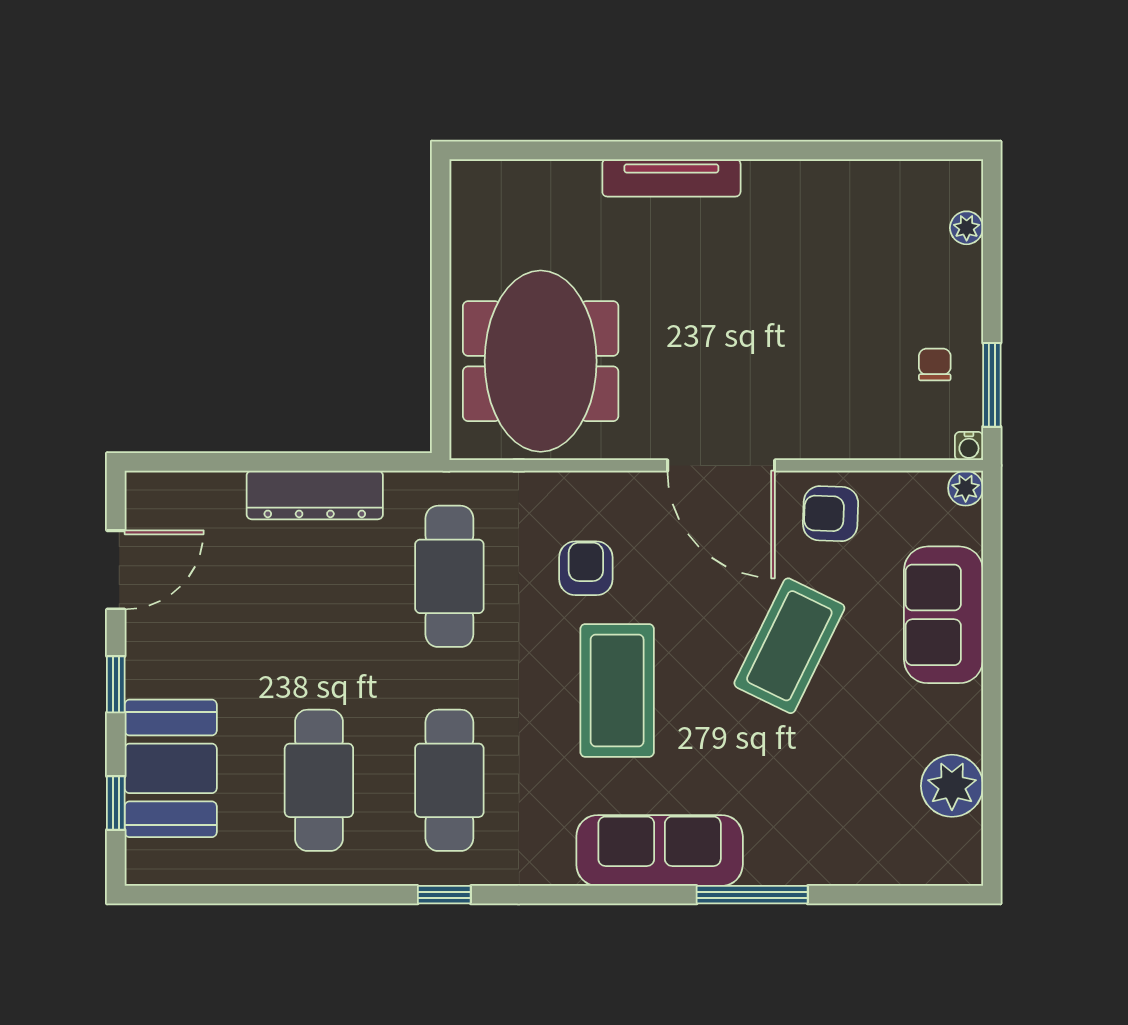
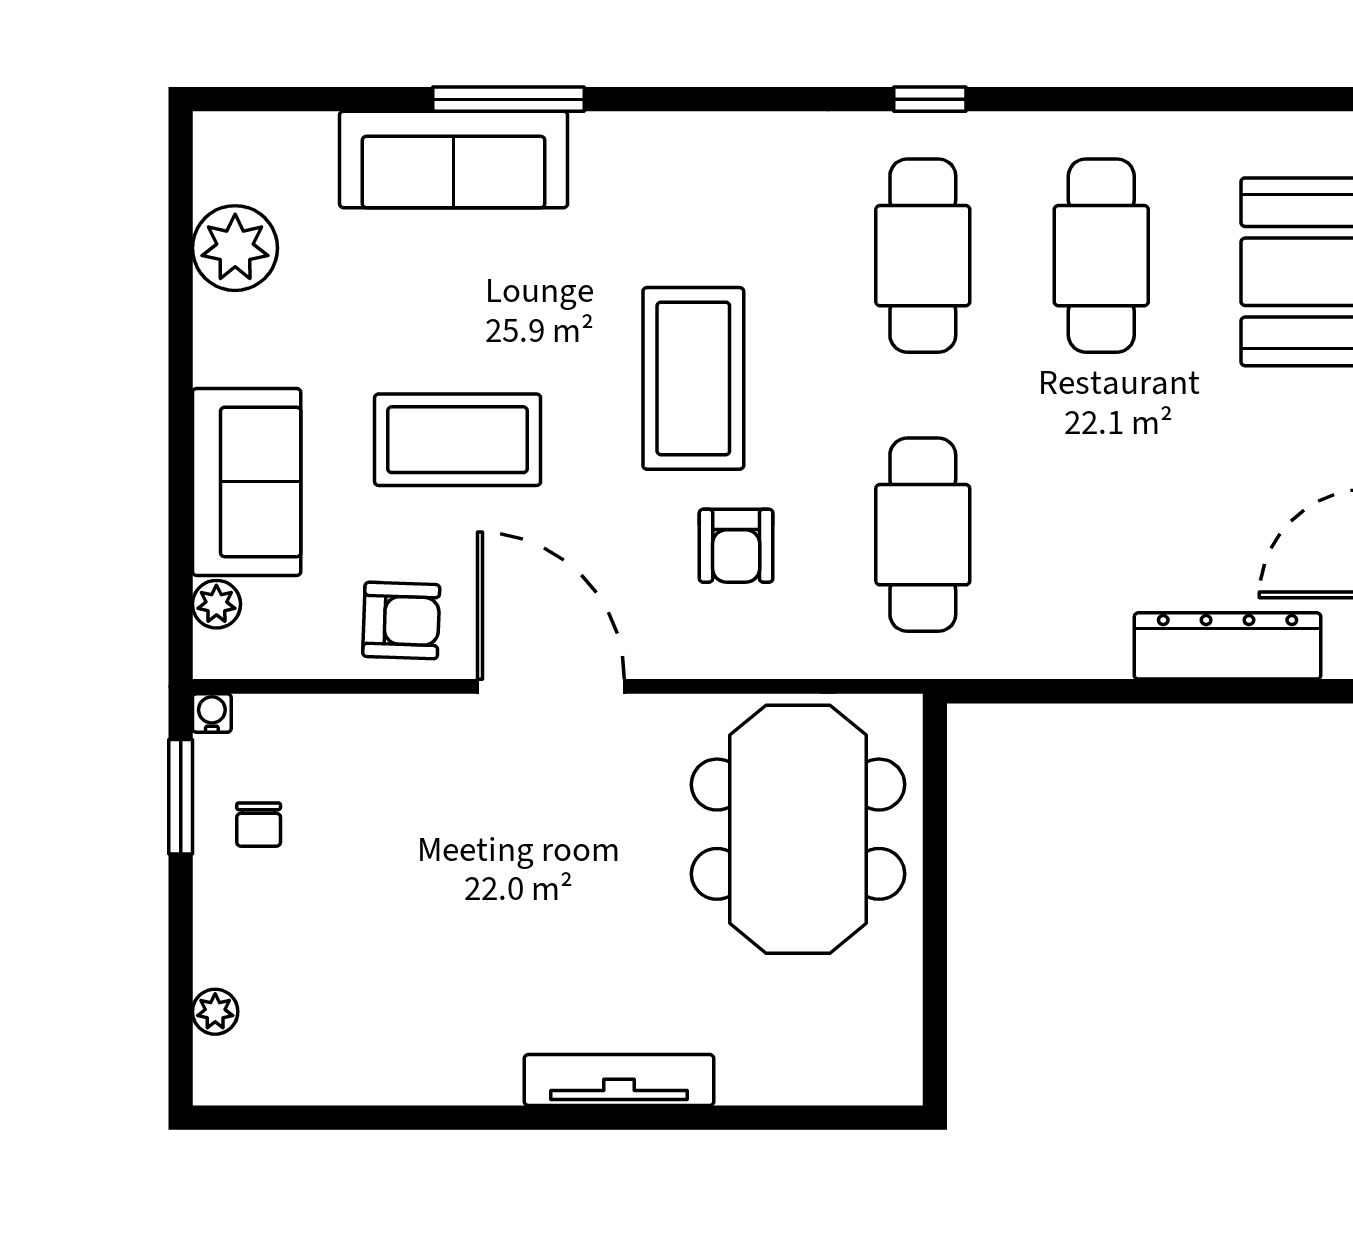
plant: (966, 488) -> (216, 604), moved
dresser: (315, 495) -> (1228, 646), moved
coffee table: (789, 646) -> (458, 440), turned 64
sofa: (660, 851) -> (454, 159), moved

